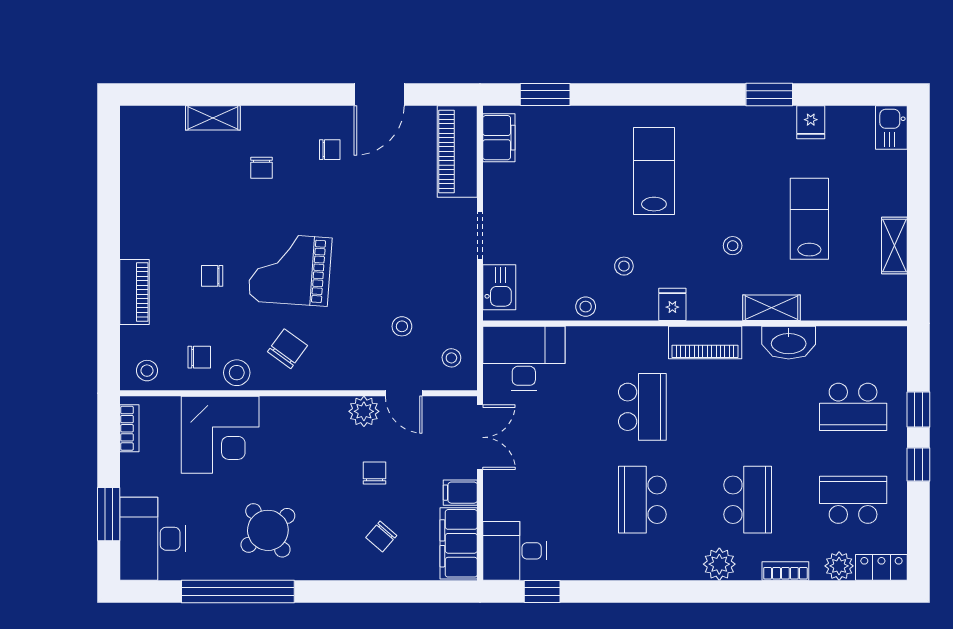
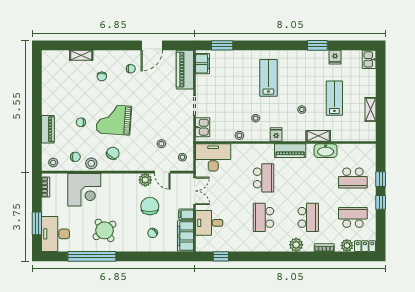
chair: (375, 473) -> (150, 206), width x1.87, depth x1.87
desk: (515, 551) -> (209, 223), moved

